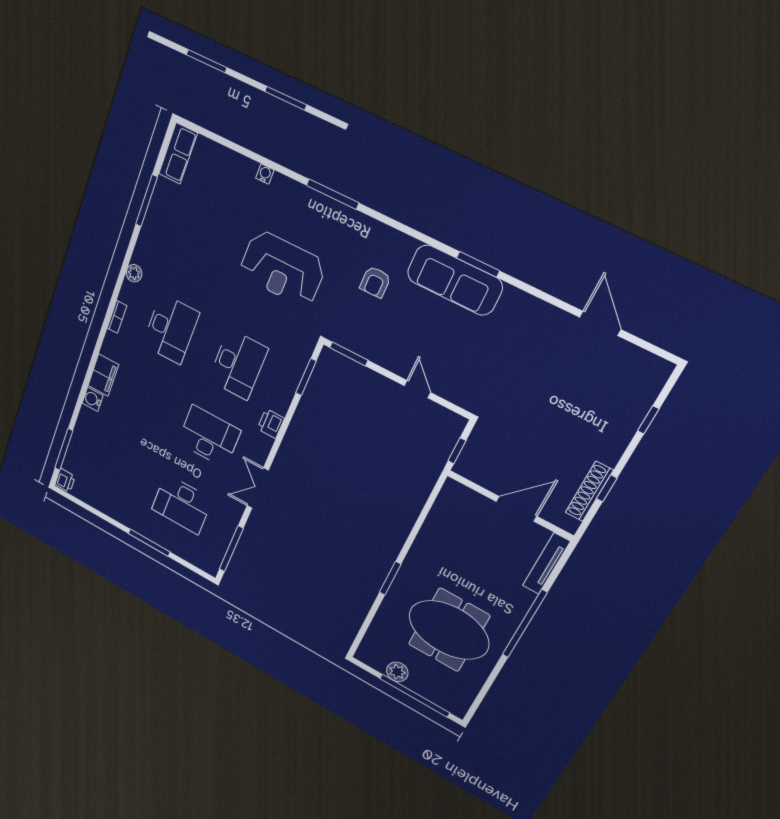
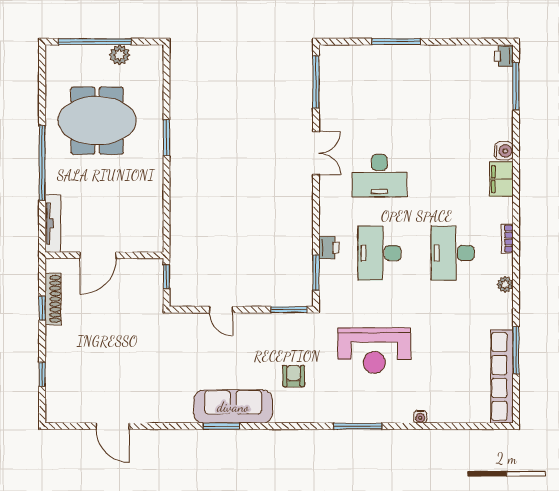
row of seats: (178, 153) -> (502, 376), width x2.02
reception desk: (282, 269) -> (374, 350), turned 180
printer: (271, 424) -> (329, 248), moved
desk: (182, 504) -> (379, 98), removed

